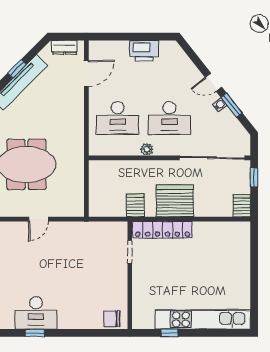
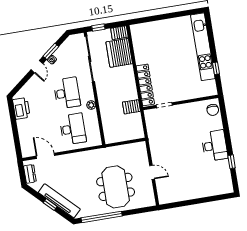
printer: (144, 51) -> (21, 108), moved
server rack: (175, 201) -> (119, 53), moved
desk: (36, 313) -> (215, 146), moved

